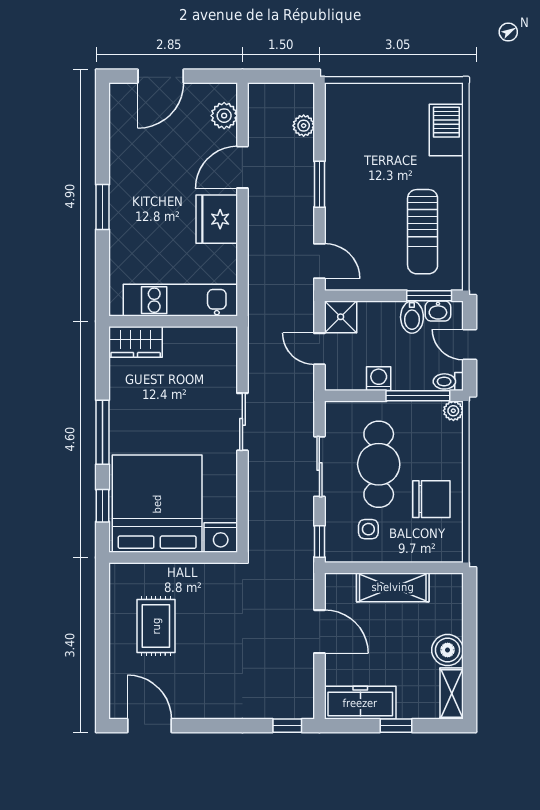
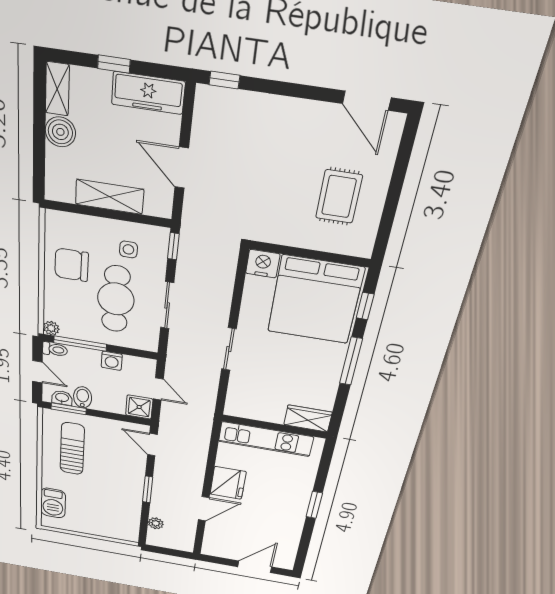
plant: (224, 116) -> (213, 539), removed

